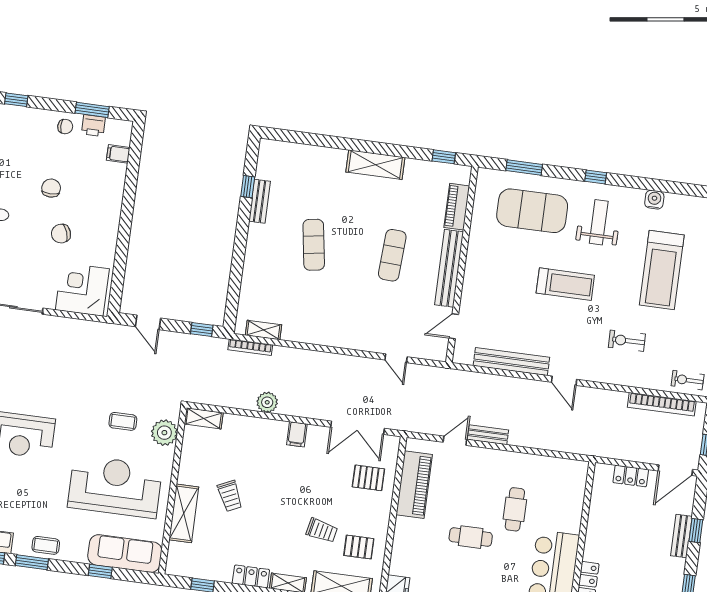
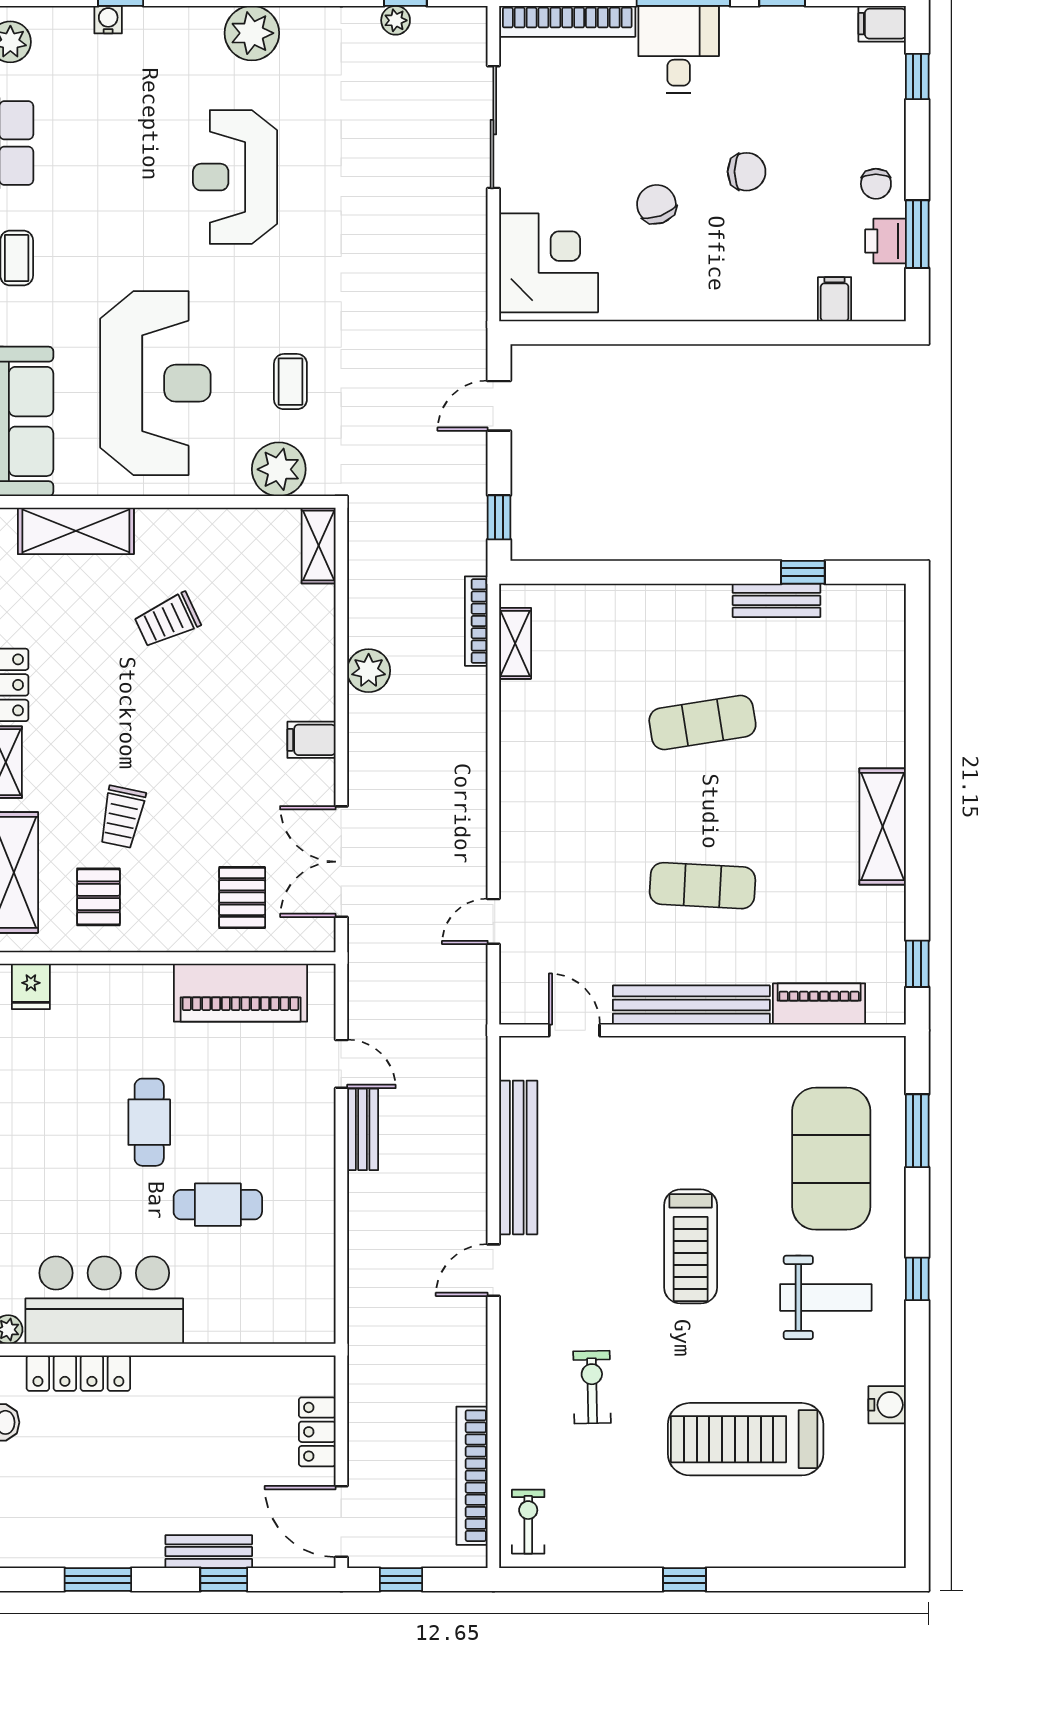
shelving: (184, 513) -> (76, 531), moved

